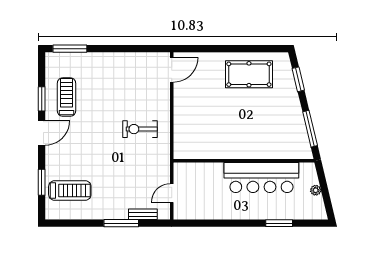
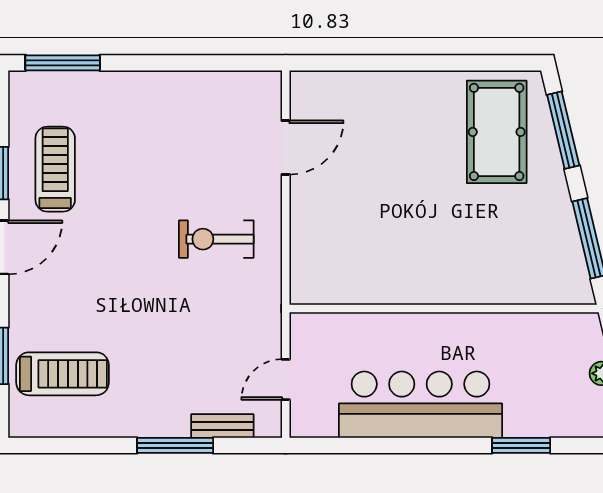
door: (172, 70) -> (286, 148), moved
pool table: (249, 74) -> (497, 132), moved, turned 90
window: (298, 79) -> (563, 130), width x1.44
bar counter: (261, 178) -> (420, 405), moved, turned 180

